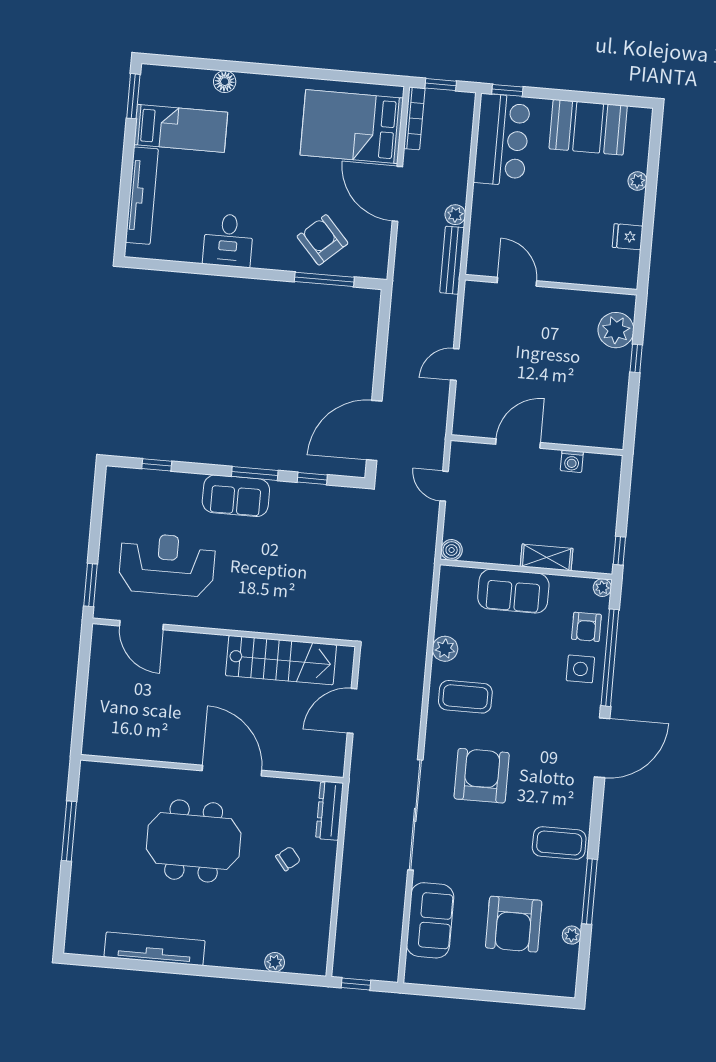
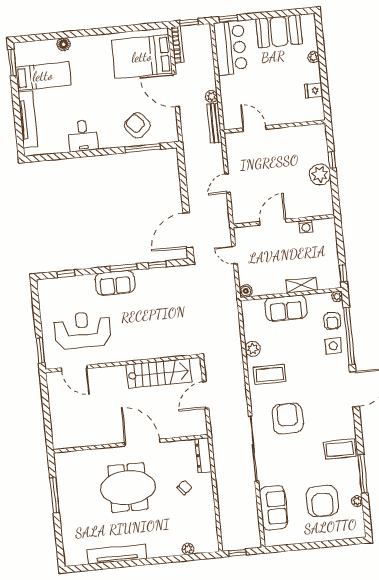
plant: (616, 330) -> (320, 174), moved

